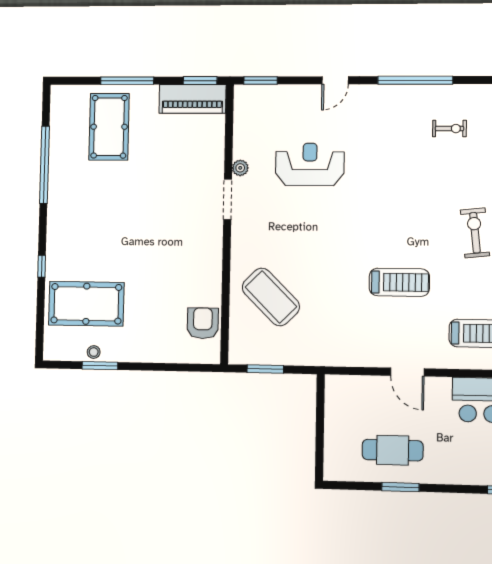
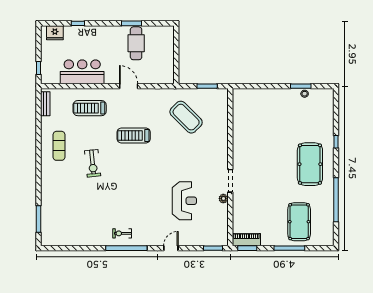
piano: (192, 99) -> (246, 240), width x0.73, depth x0.75
exercise bike: (449, 129) -> (122, 233), moved
reception desk: (310, 164) -> (184, 201), turned -90
coffee table: (271, 297) -> (186, 117), moved
pool table: (86, 304) -> (310, 164), moved, turned 90
armchair: (203, 323) -> (243, 111), removed
cafe table: (393, 450) -> (136, 43), turned 90

